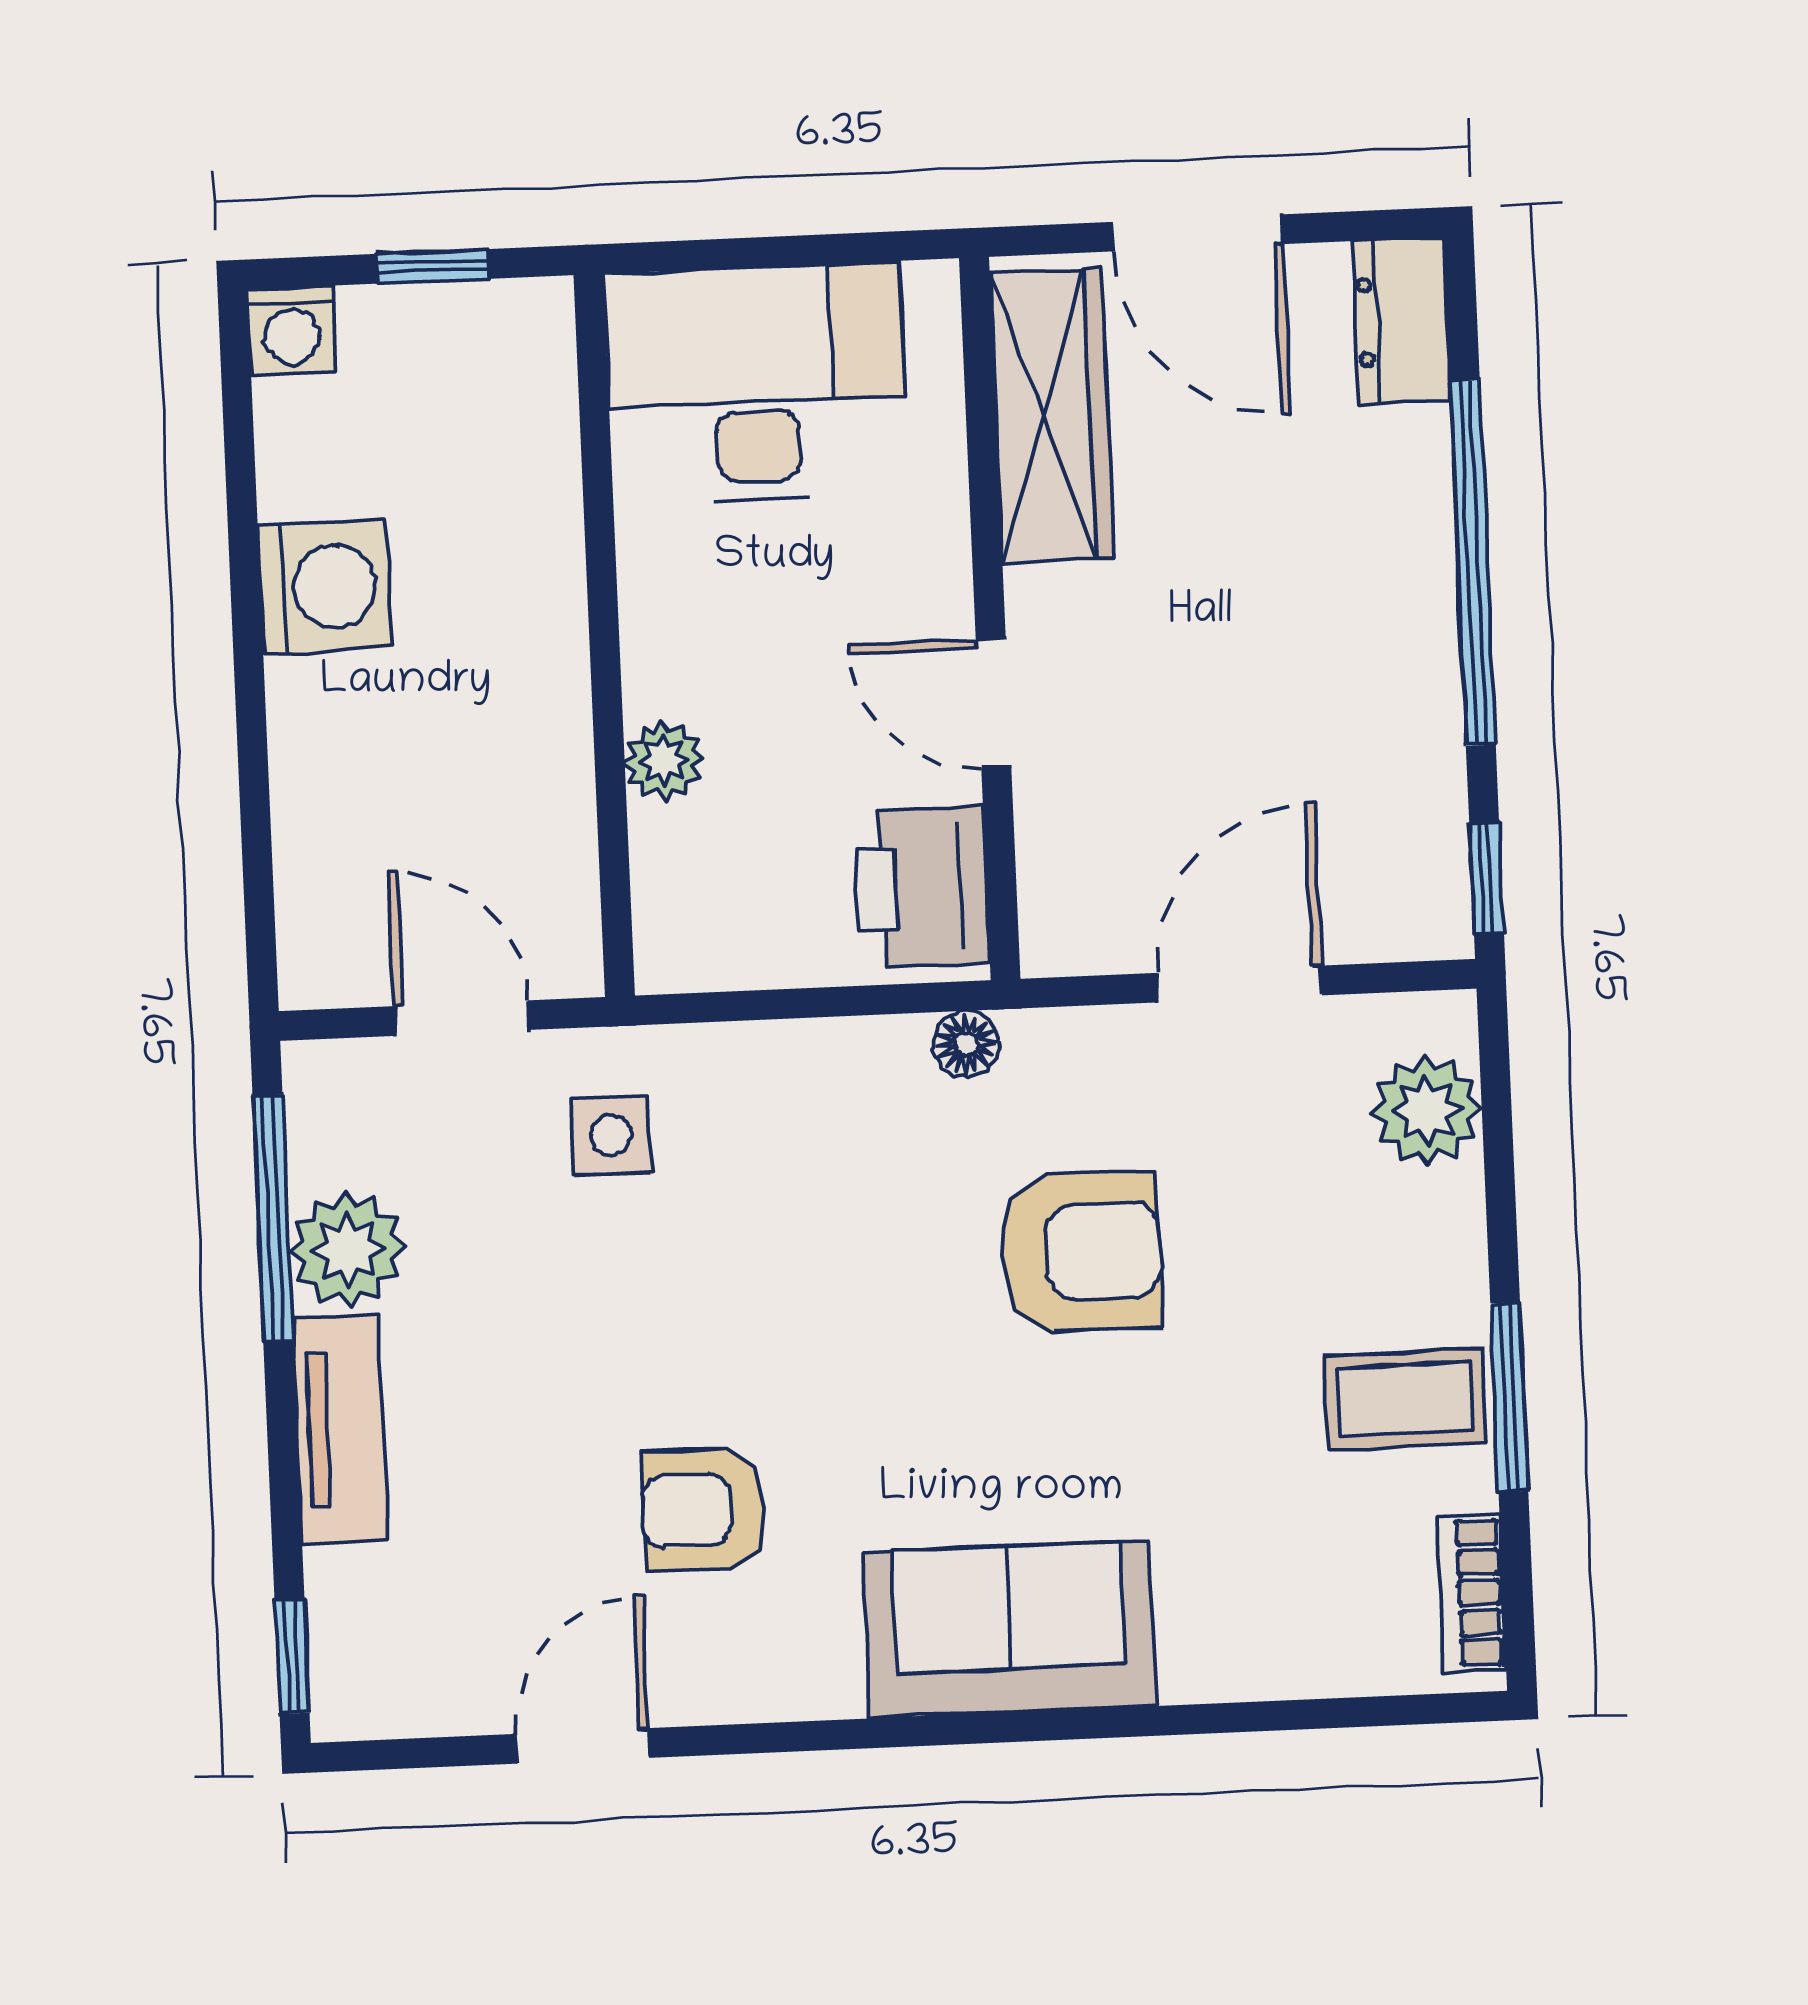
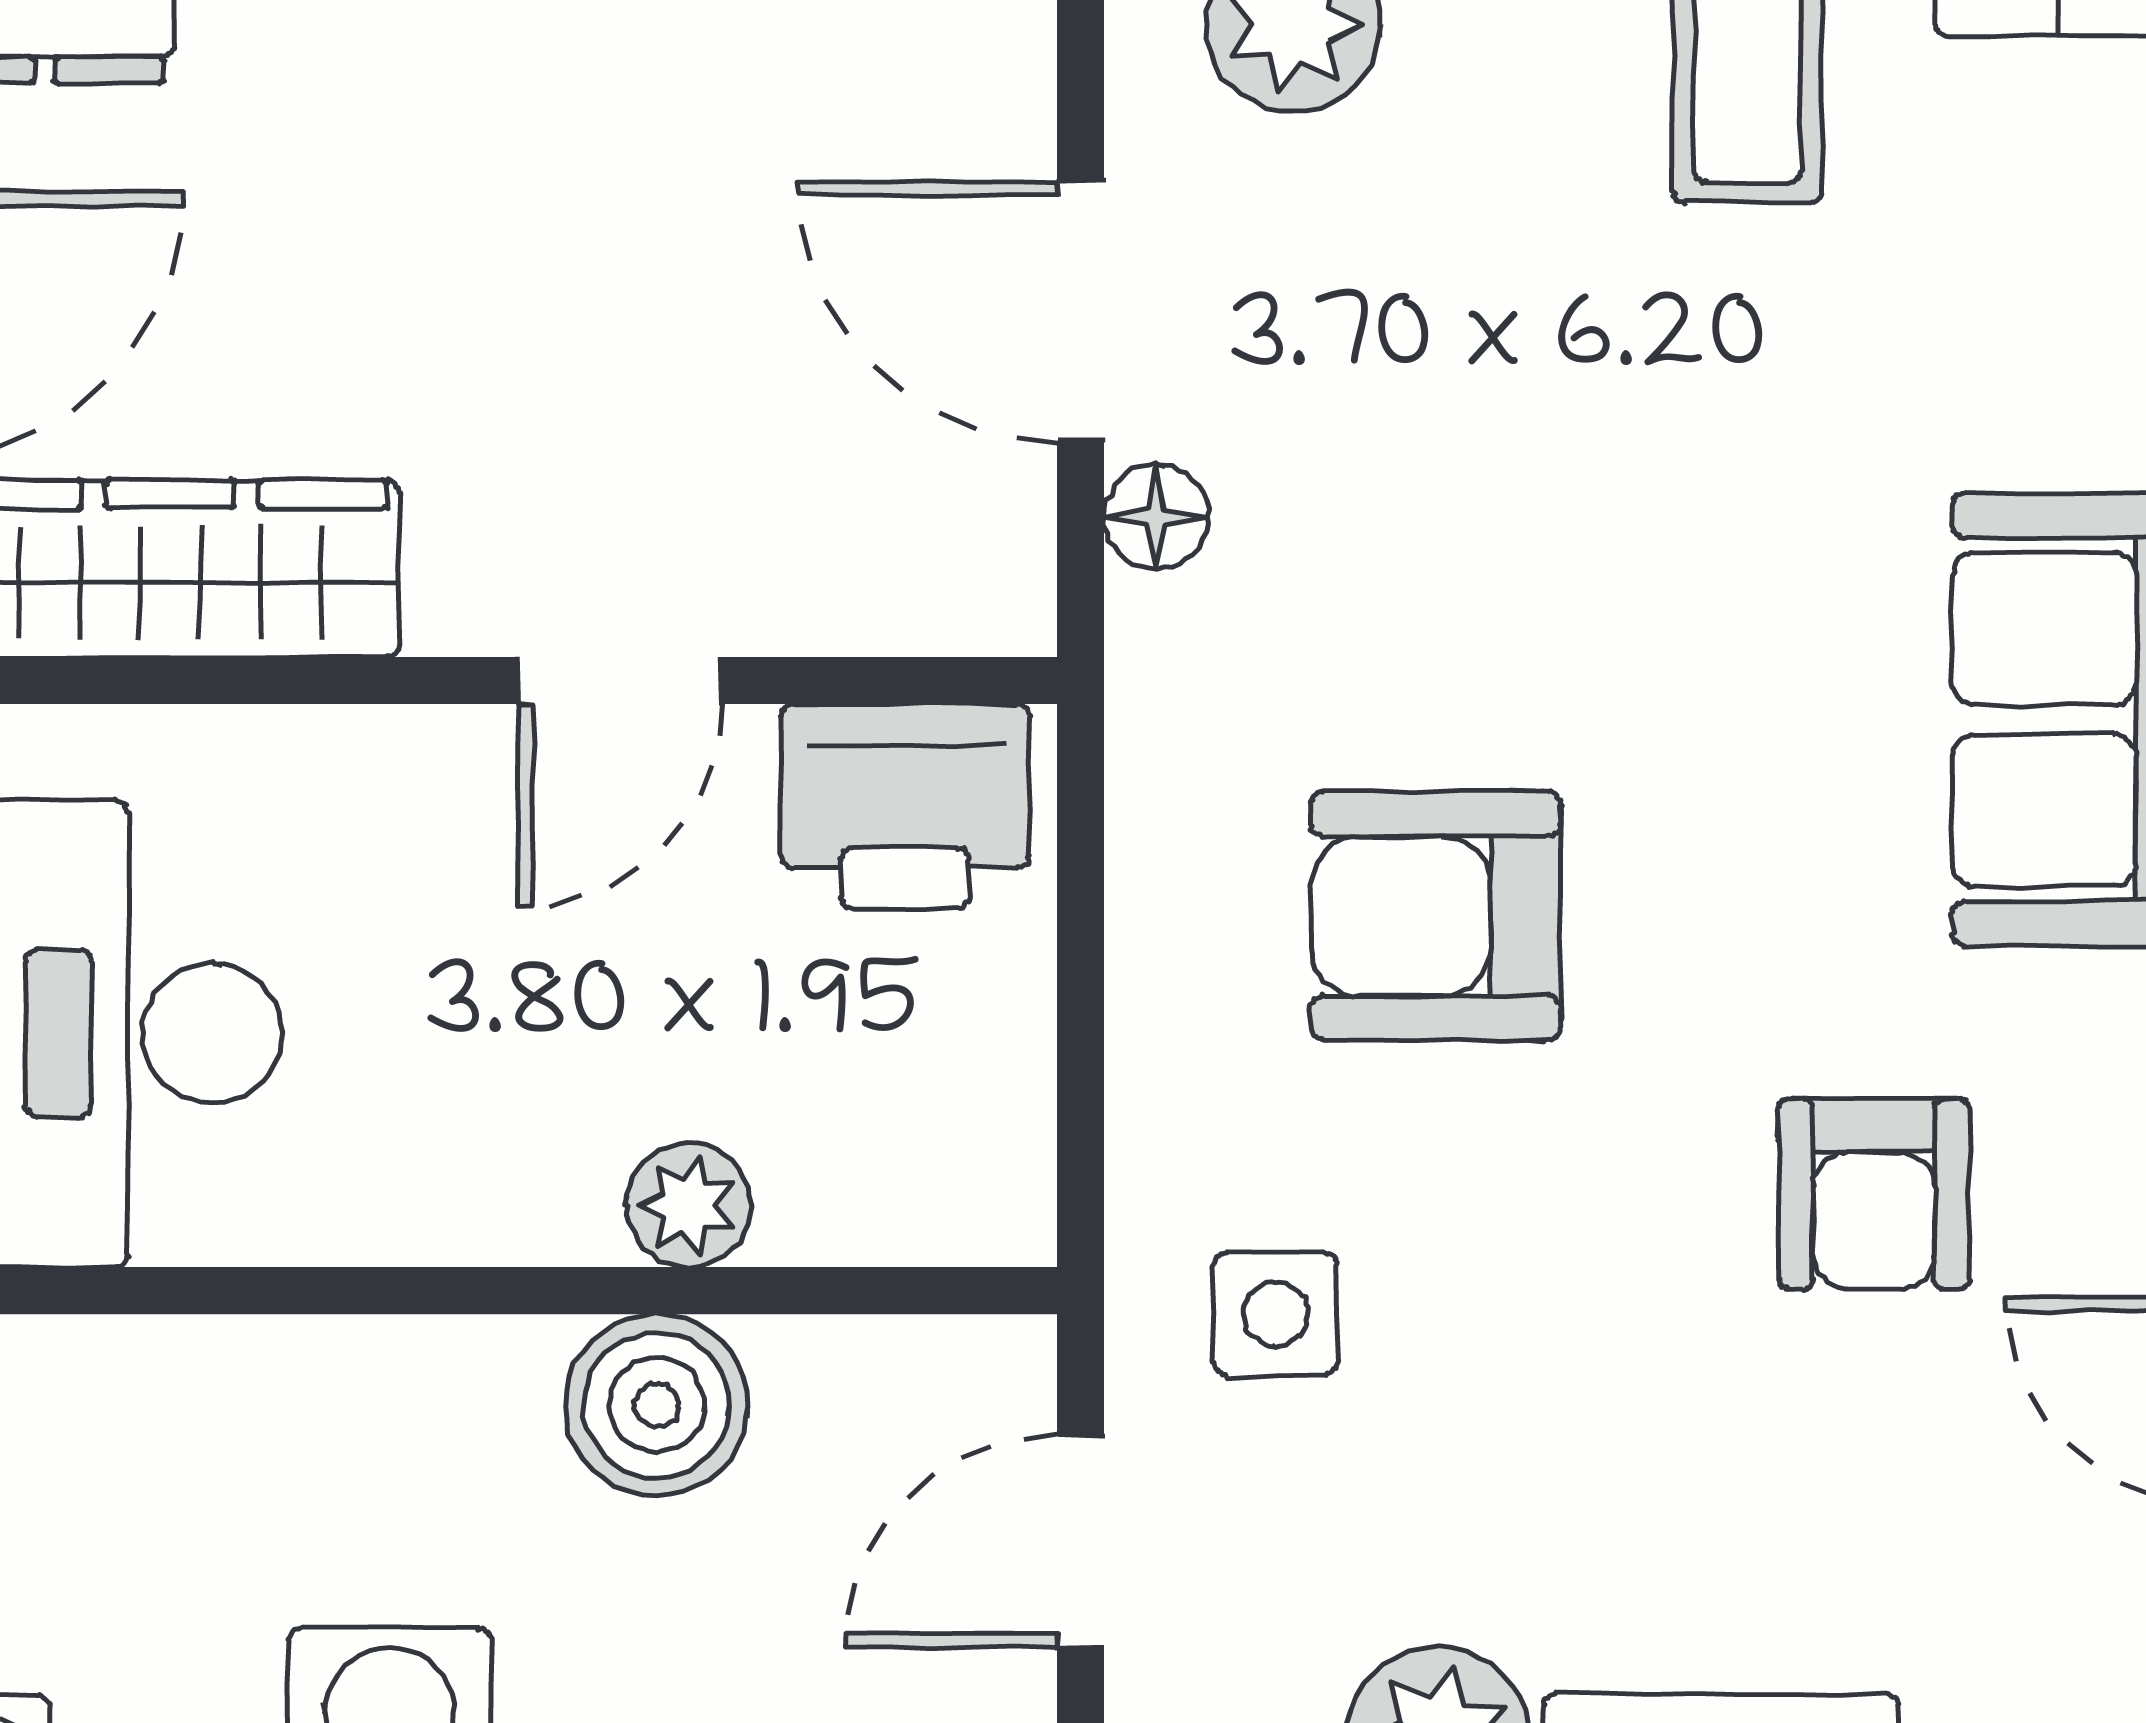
boiler: (536, 746) -> (657, 1405), added
floor lamp: (966, 1044) -> (1156, 517), moved
armchair: (1081, 1252) -> (1436, 916), moved, turned -90

